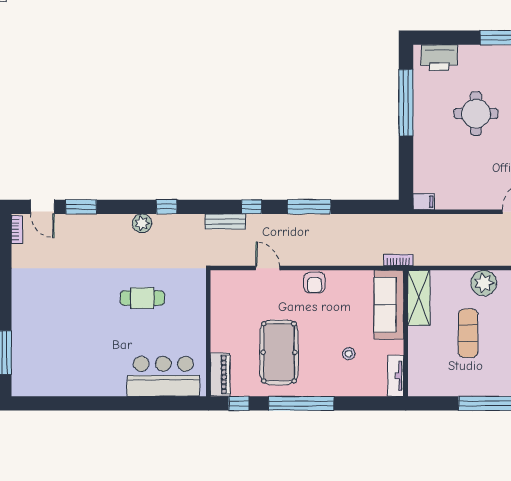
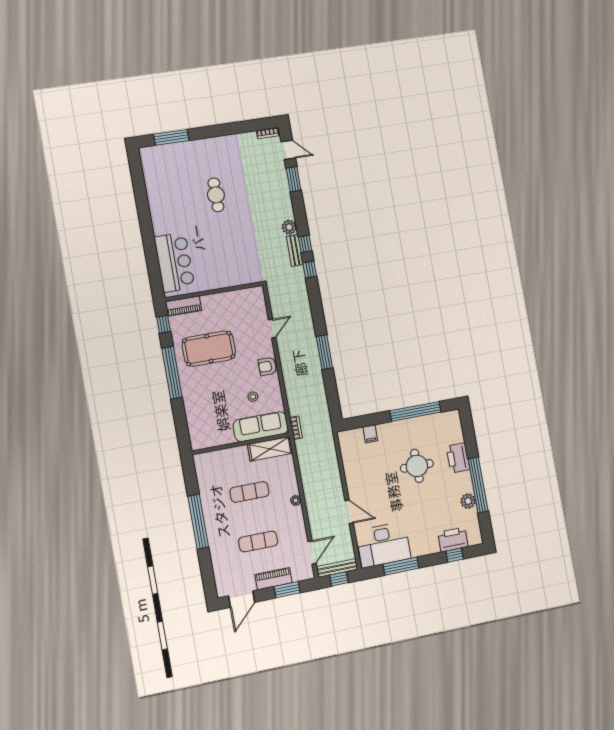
printer: (439, 58) -> (458, 458), moved
filing cabinet: (424, 202) -> (370, 434), moved
door: (42, 207) -> (288, 150), swing flipped
window: (252, 207) -> (310, 269), moved
bench: (225, 221) -> (295, 250), moved
plant: (484, 283) -> (296, 500), width x0.53, depth x0.53
cafe table: (142, 298) -> (216, 195), moved
stool: (349, 354) -> (253, 397), moved
tv unit: (396, 376) -> (206, 442), removed

